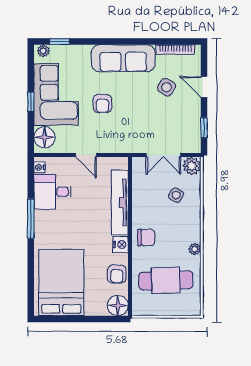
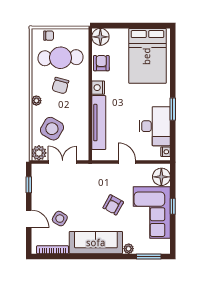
window: (60, 42) -> (149, 256), width x1.50
plant: (43, 51) -> (129, 249), moved
armchair: (102, 104) -> (113, 205), turned -151
desk: (52, 192) -> (155, 126), width x1.37
side table: (176, 195) -> (52, 129), width x1.87, depth x1.87
window: (31, 219) -> (173, 109), width x0.69
chair: (146, 238) -> (60, 86), moved, turned -75
plant: (195, 249) -> (36, 101), moved
chair: (180, 307) -> (49, 36), added

